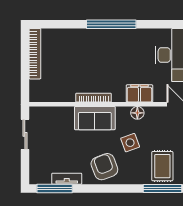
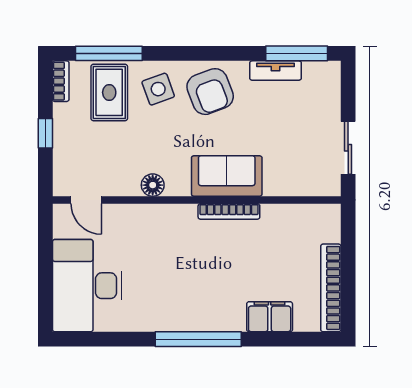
filing cabinet: (139, 93) -> (270, 317), moved, turned 180
side table: (130, 143) -> (158, 89), moved

